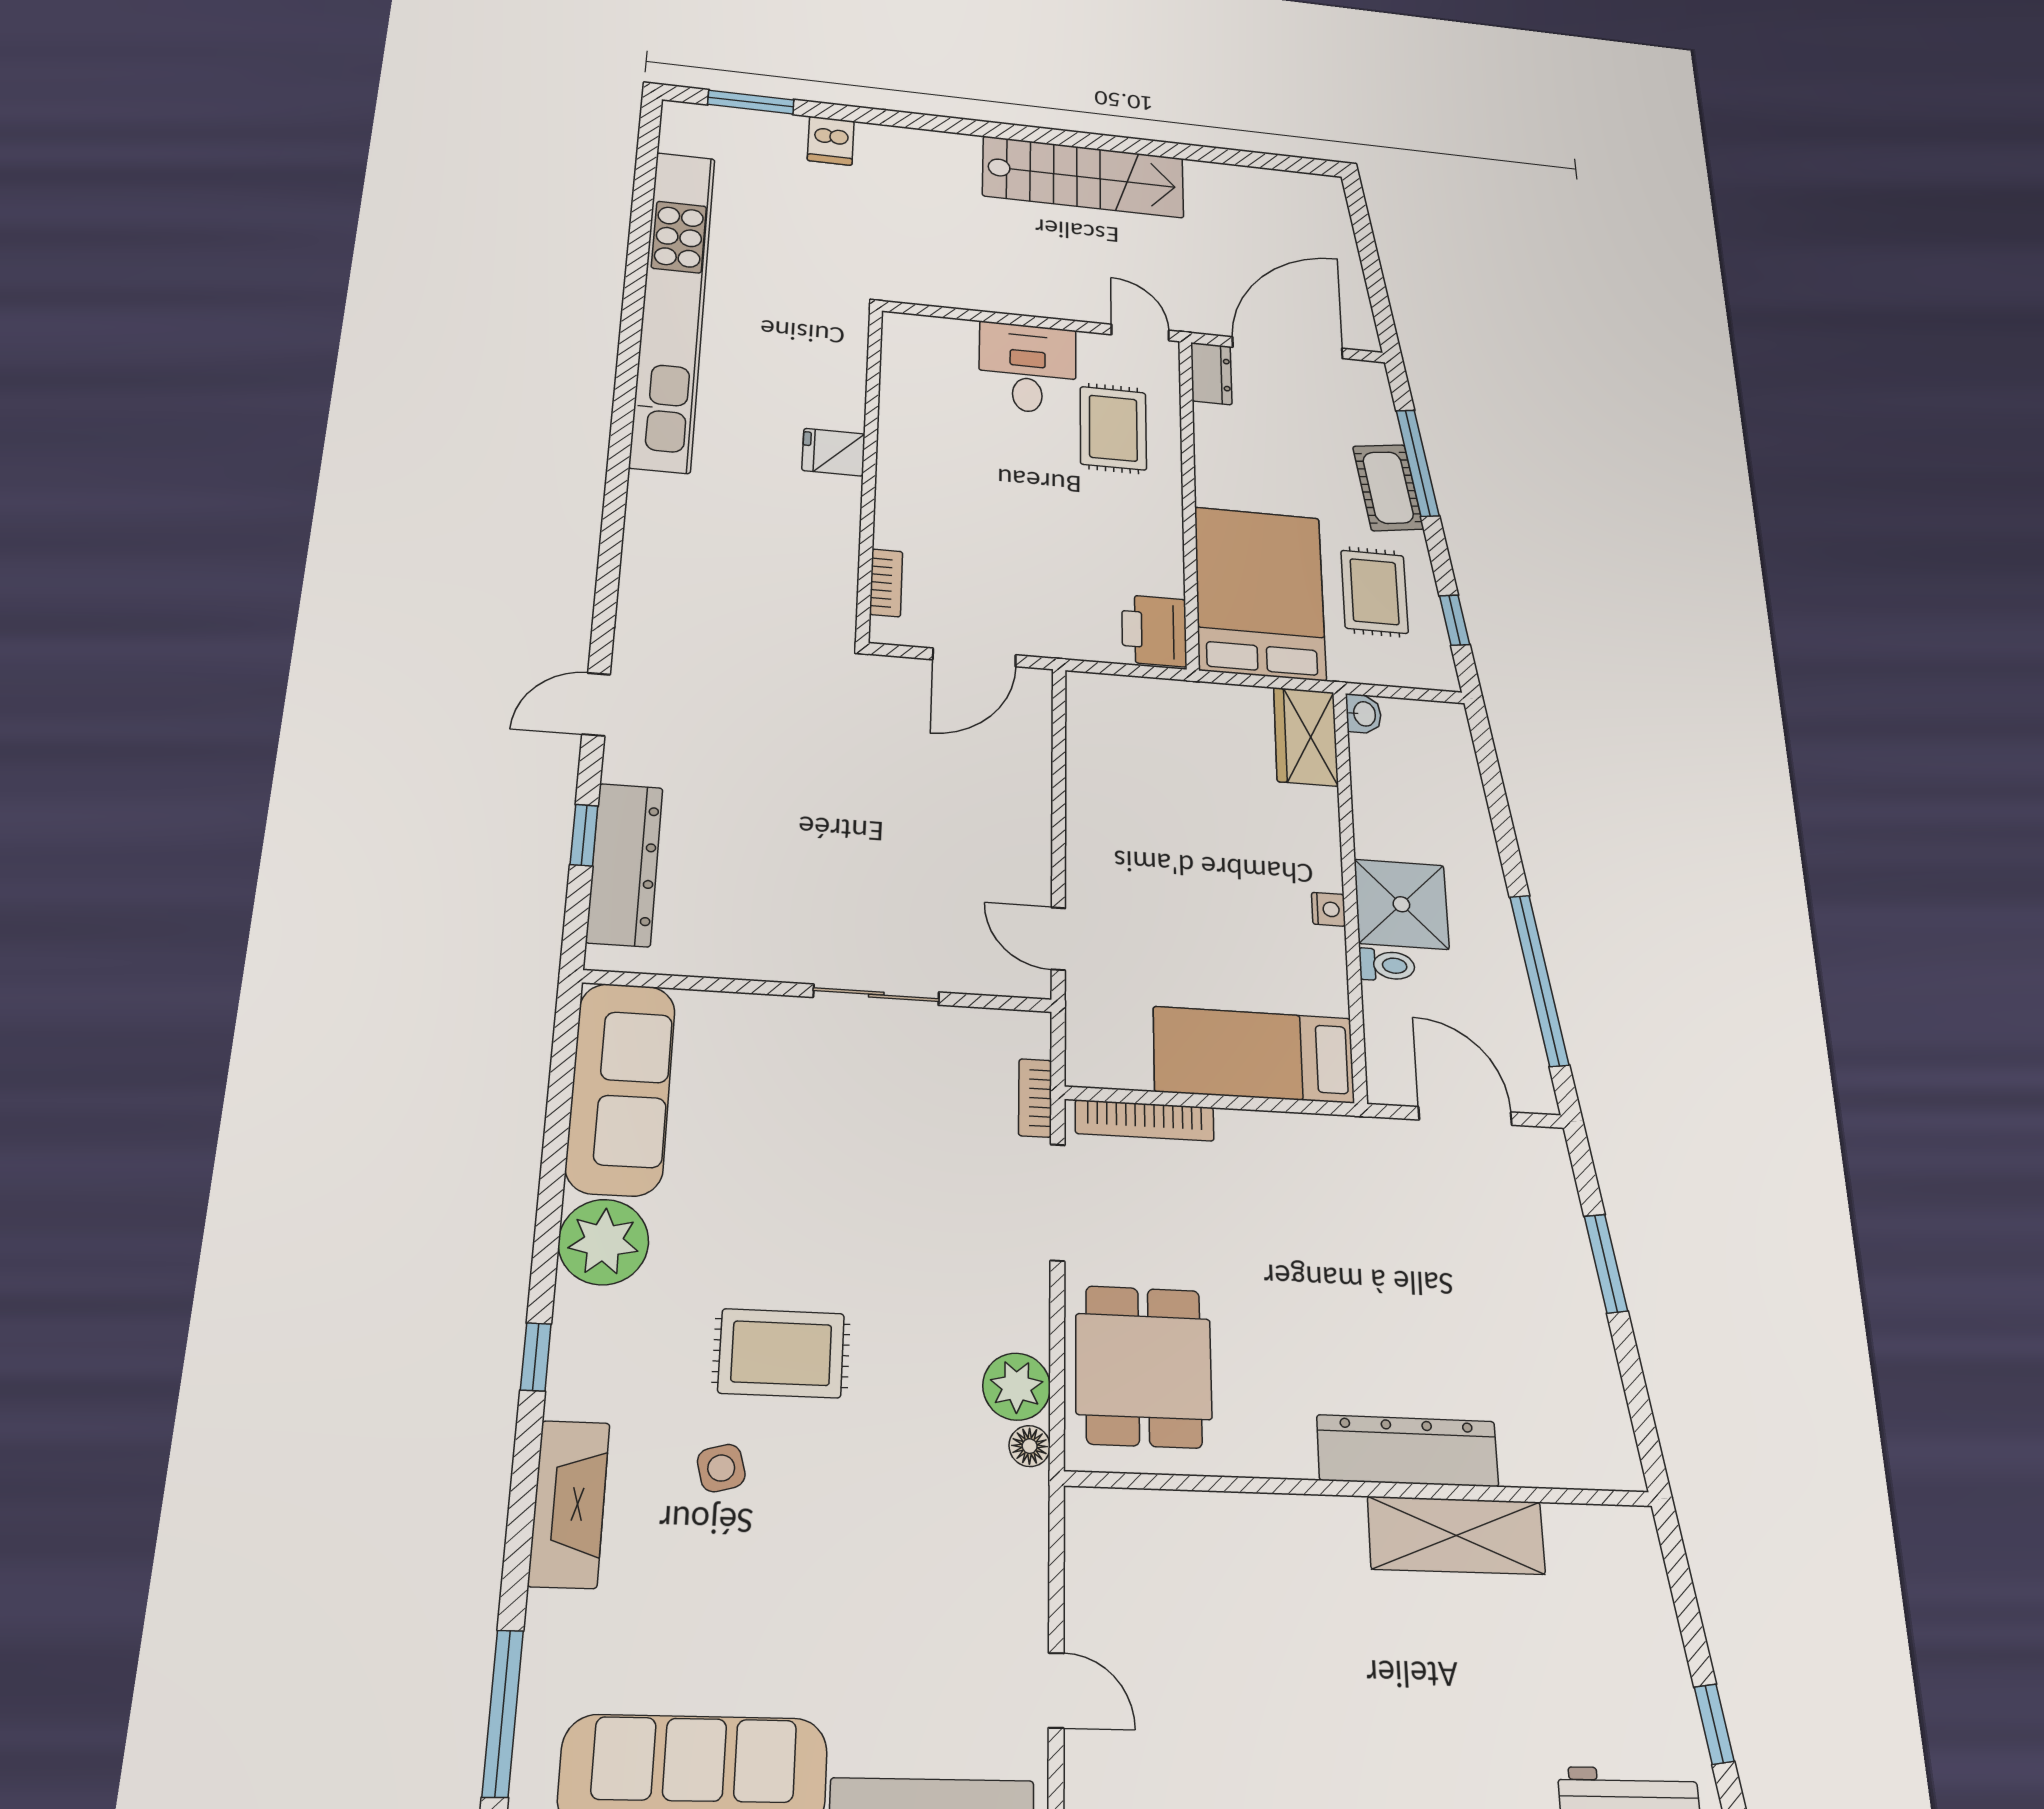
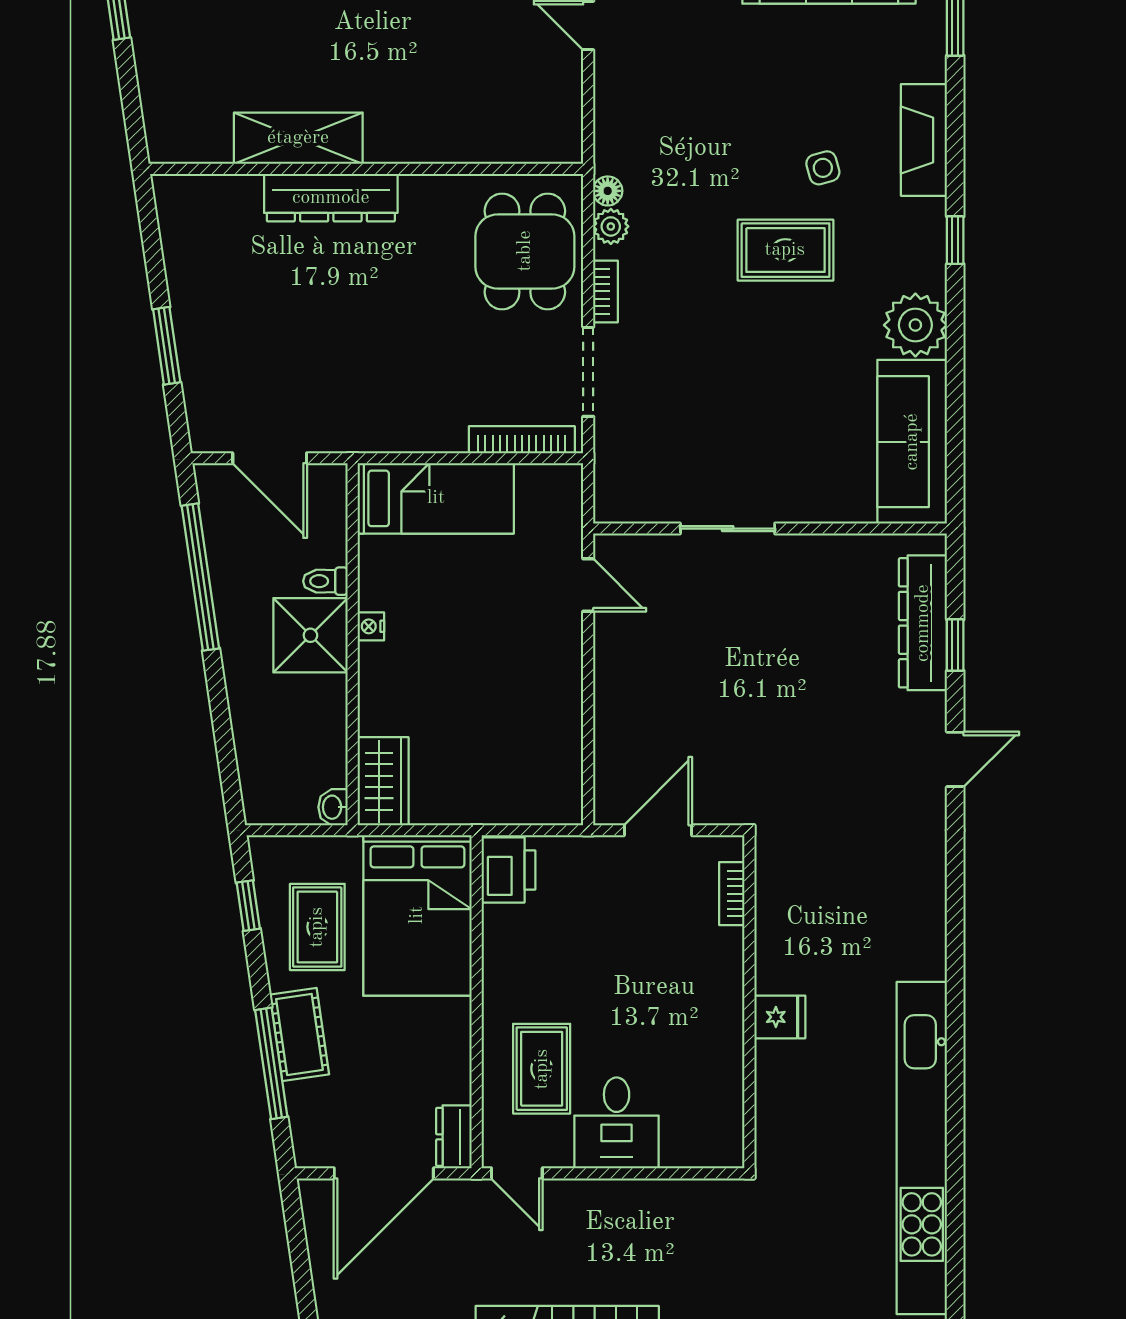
bookcase: (1035, 1098) -> (605, 291), moved
plant: (1017, 1387) -> (611, 226), width x0.73, depth x0.73

